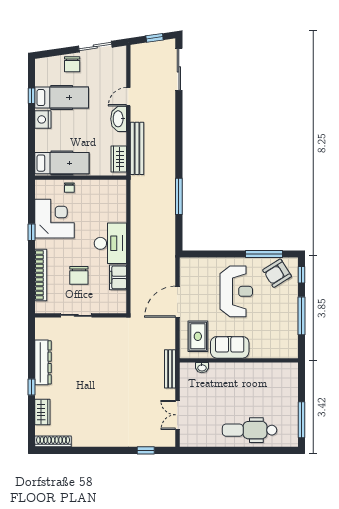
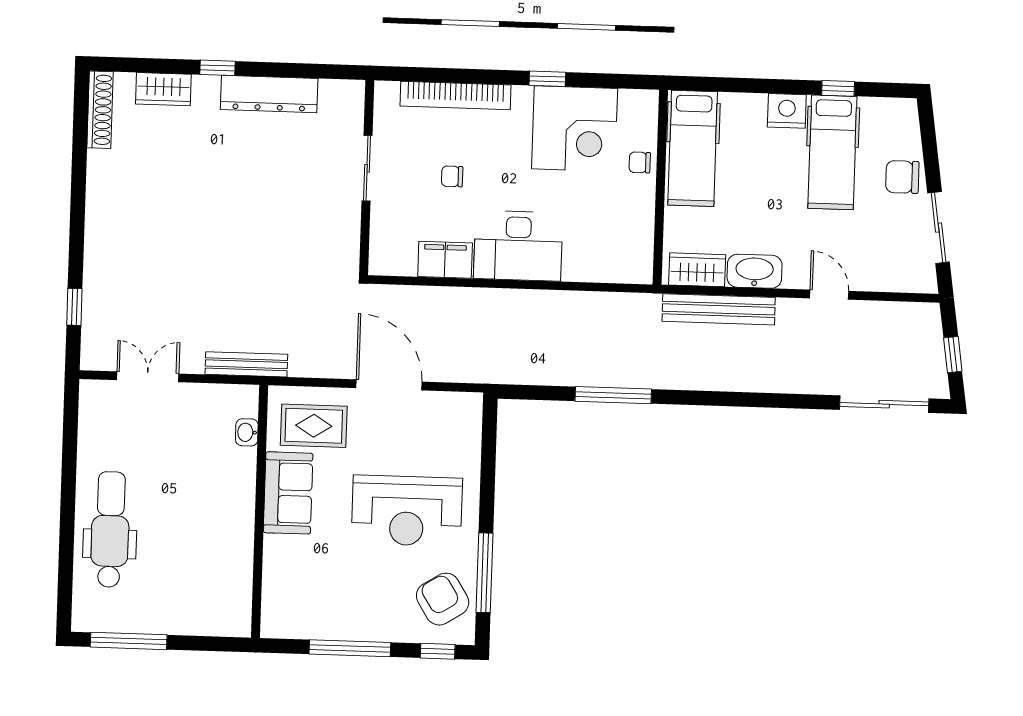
washbasin: (119, 119) -> (755, 271), moved
chair: (79, 275) -> (452, 176), width x0.54, depth x0.54

